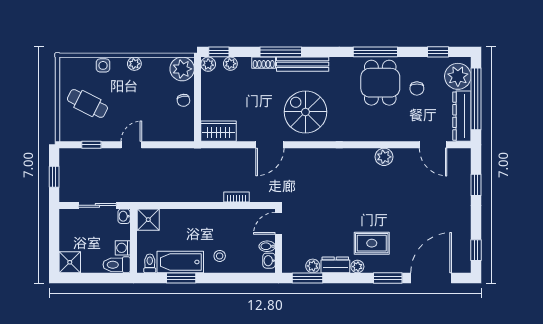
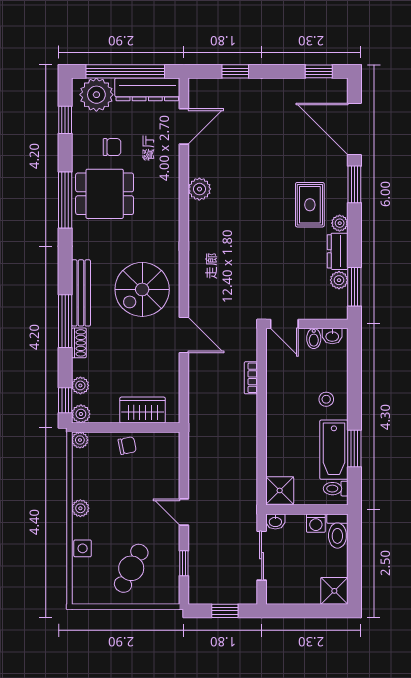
plant: (182, 69) -> (80, 440), width x0.53, depth x0.53
wardrobe: (219, 131) -> (143, 410), moved, turned 90

